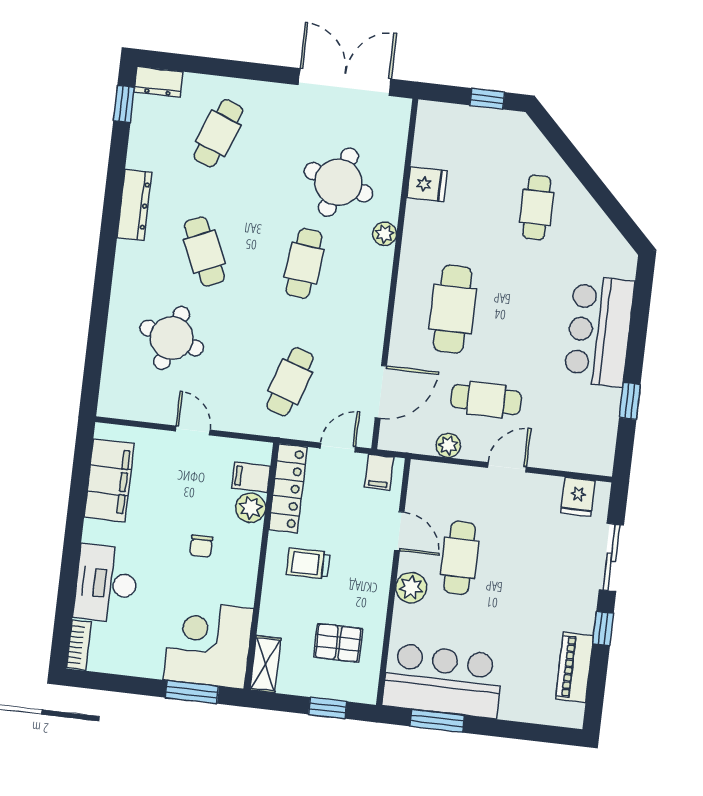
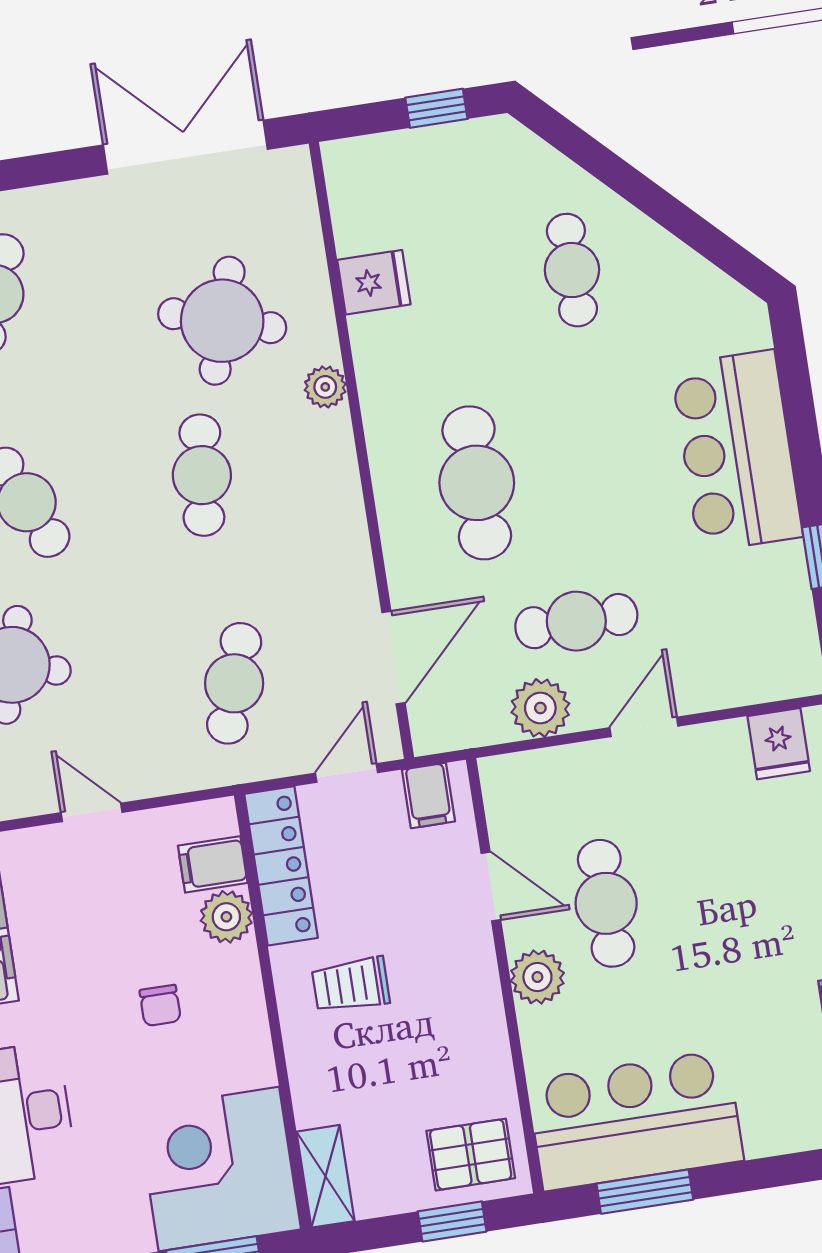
plant: (448, 445) -> (540, 708), width x1.38, depth x1.38
pallet: (338, 643) -> (471, 1155), moved

